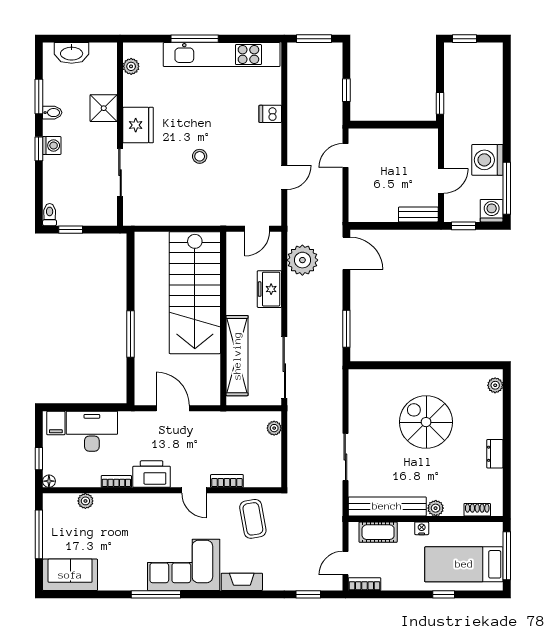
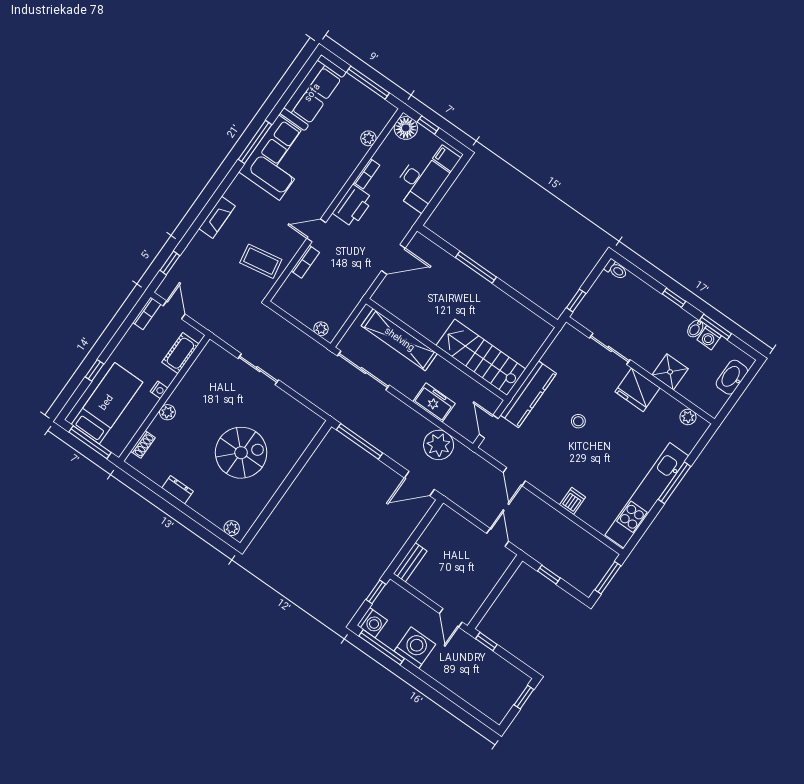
washing machine: (52, 145) -> (709, 338), moved
door: (441, 181) -> (451, 618), moved
kitchen counter: (207, 214) -> (528, 394), added
window: (71, 230) -> (576, 300), moved
stairs: (195, 293) -> (481, 357), width x0.73, depth x0.66
window: (346, 329) -> (360, 441), width x1.44
floor lamp: (49, 481) -> (406, 128), width x1.89, depth x1.89
bench: (387, 506) -> (196, 375), removed
corner sofa: (184, 565) -> (279, 158), moved
sofa: (70, 575) -> (313, 93), width x1.36

